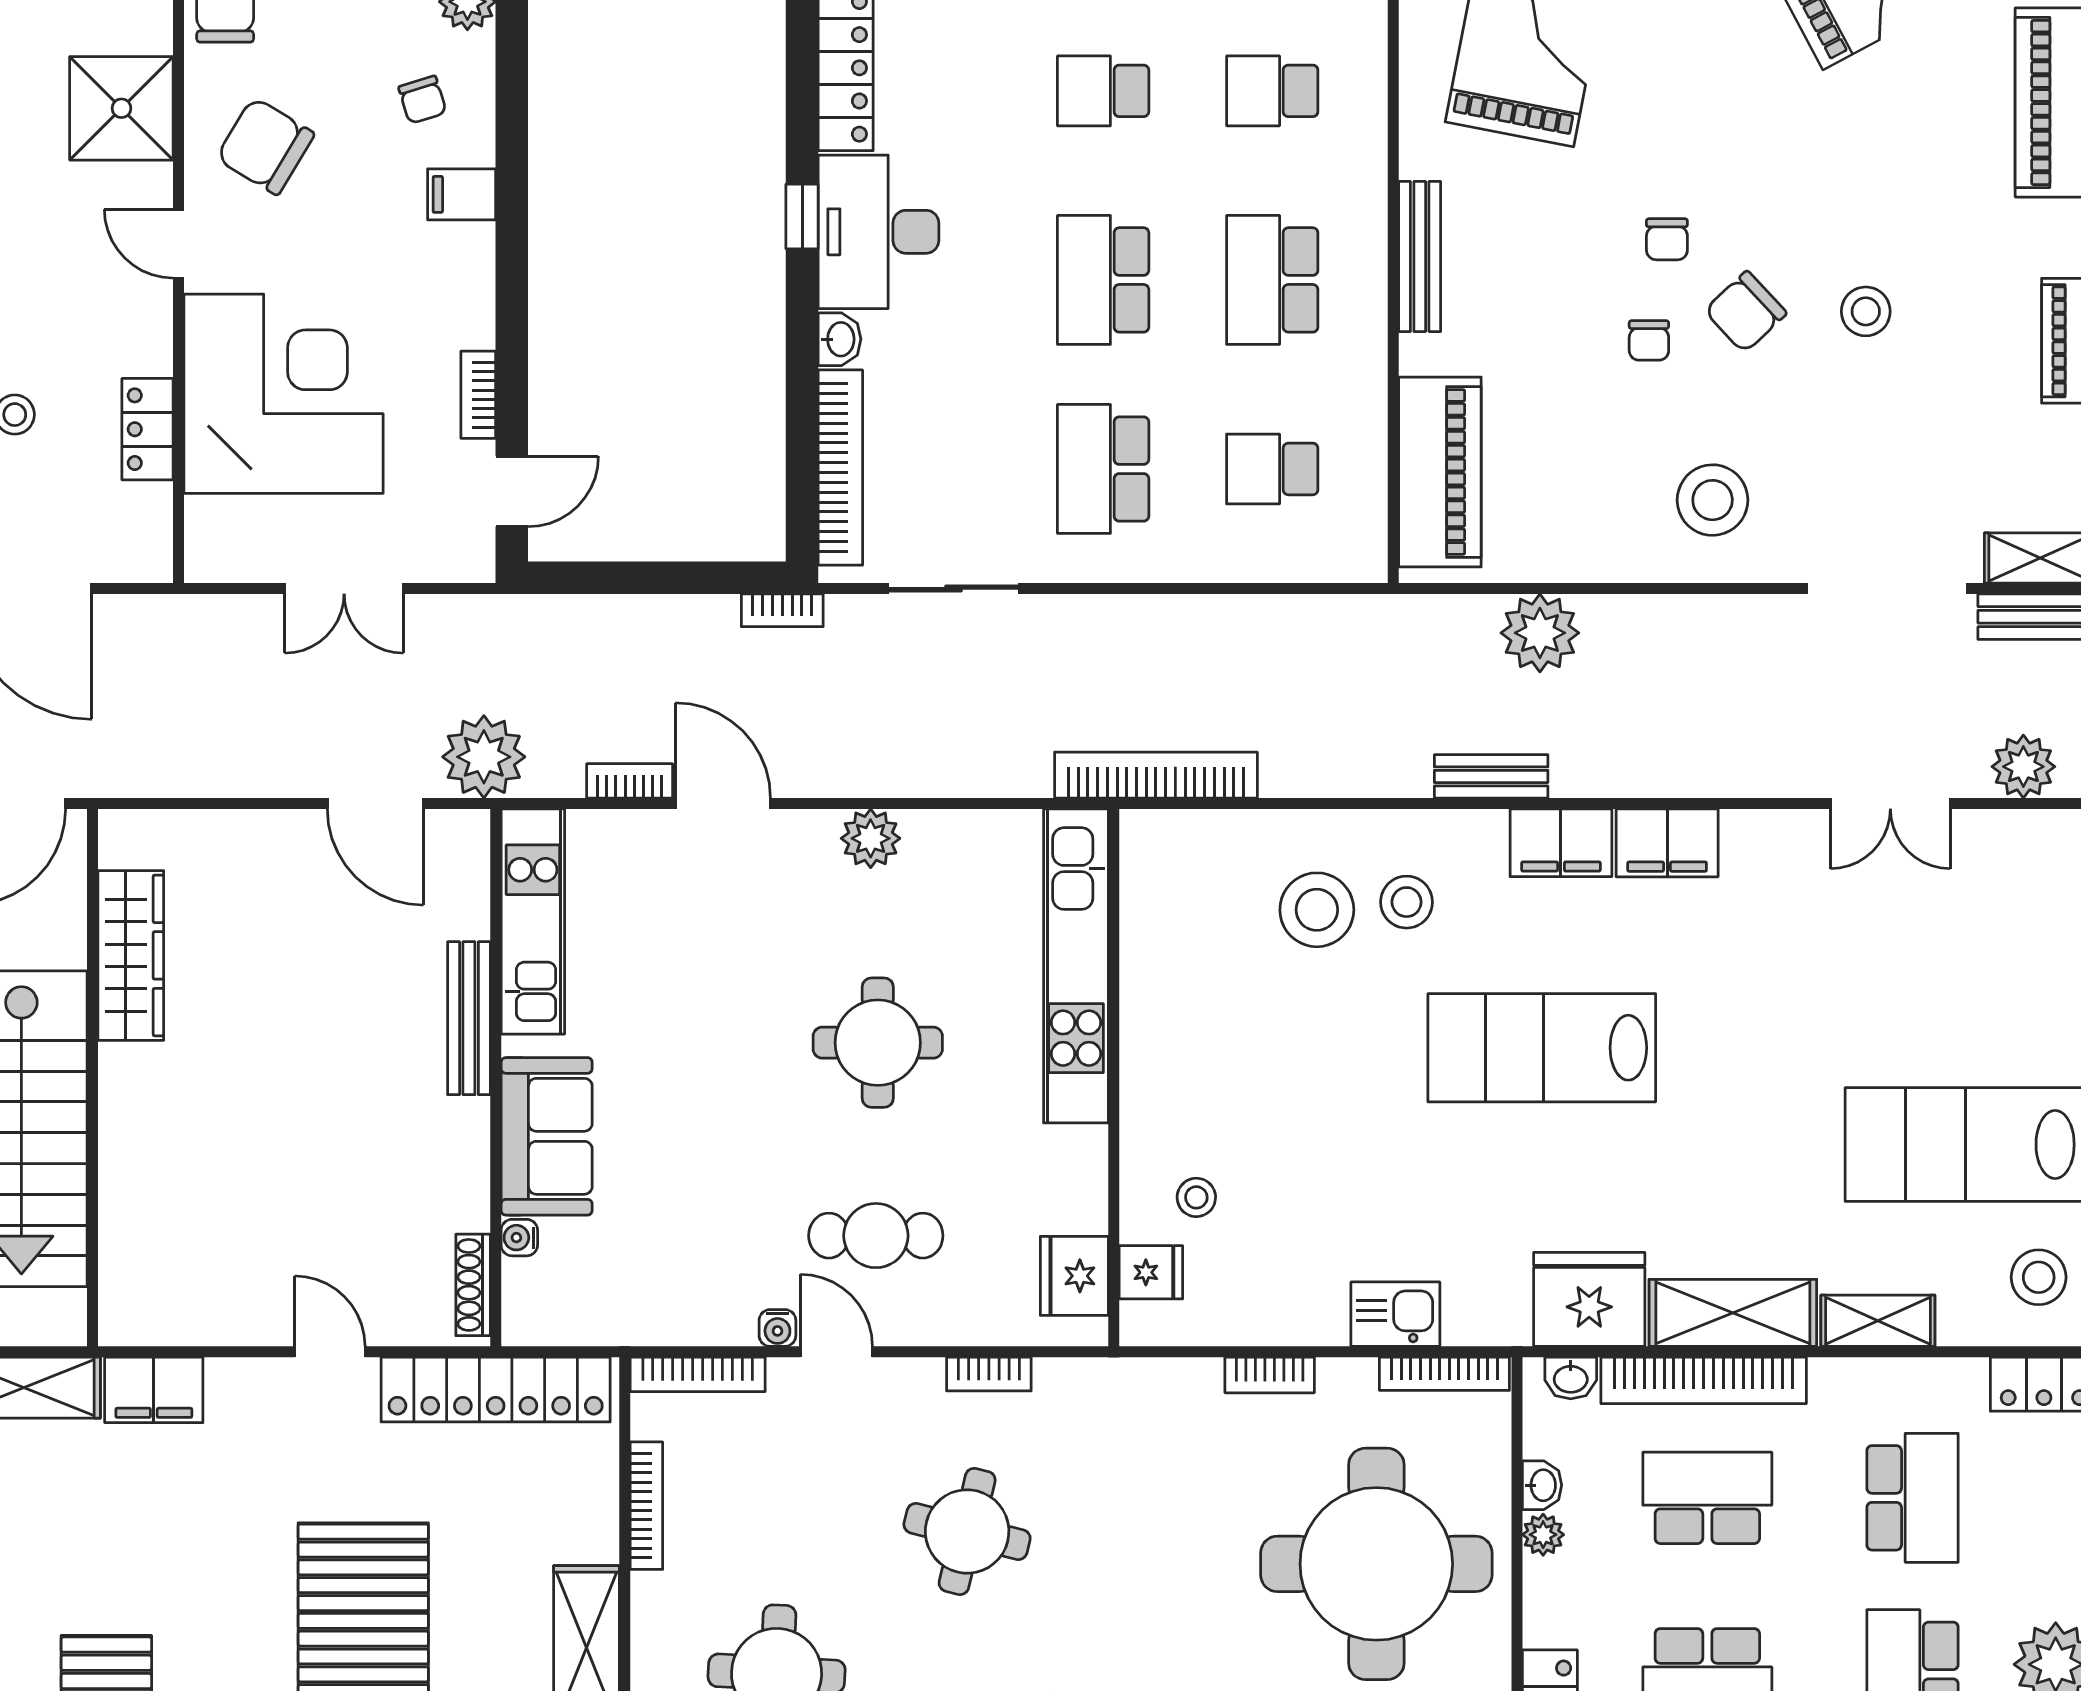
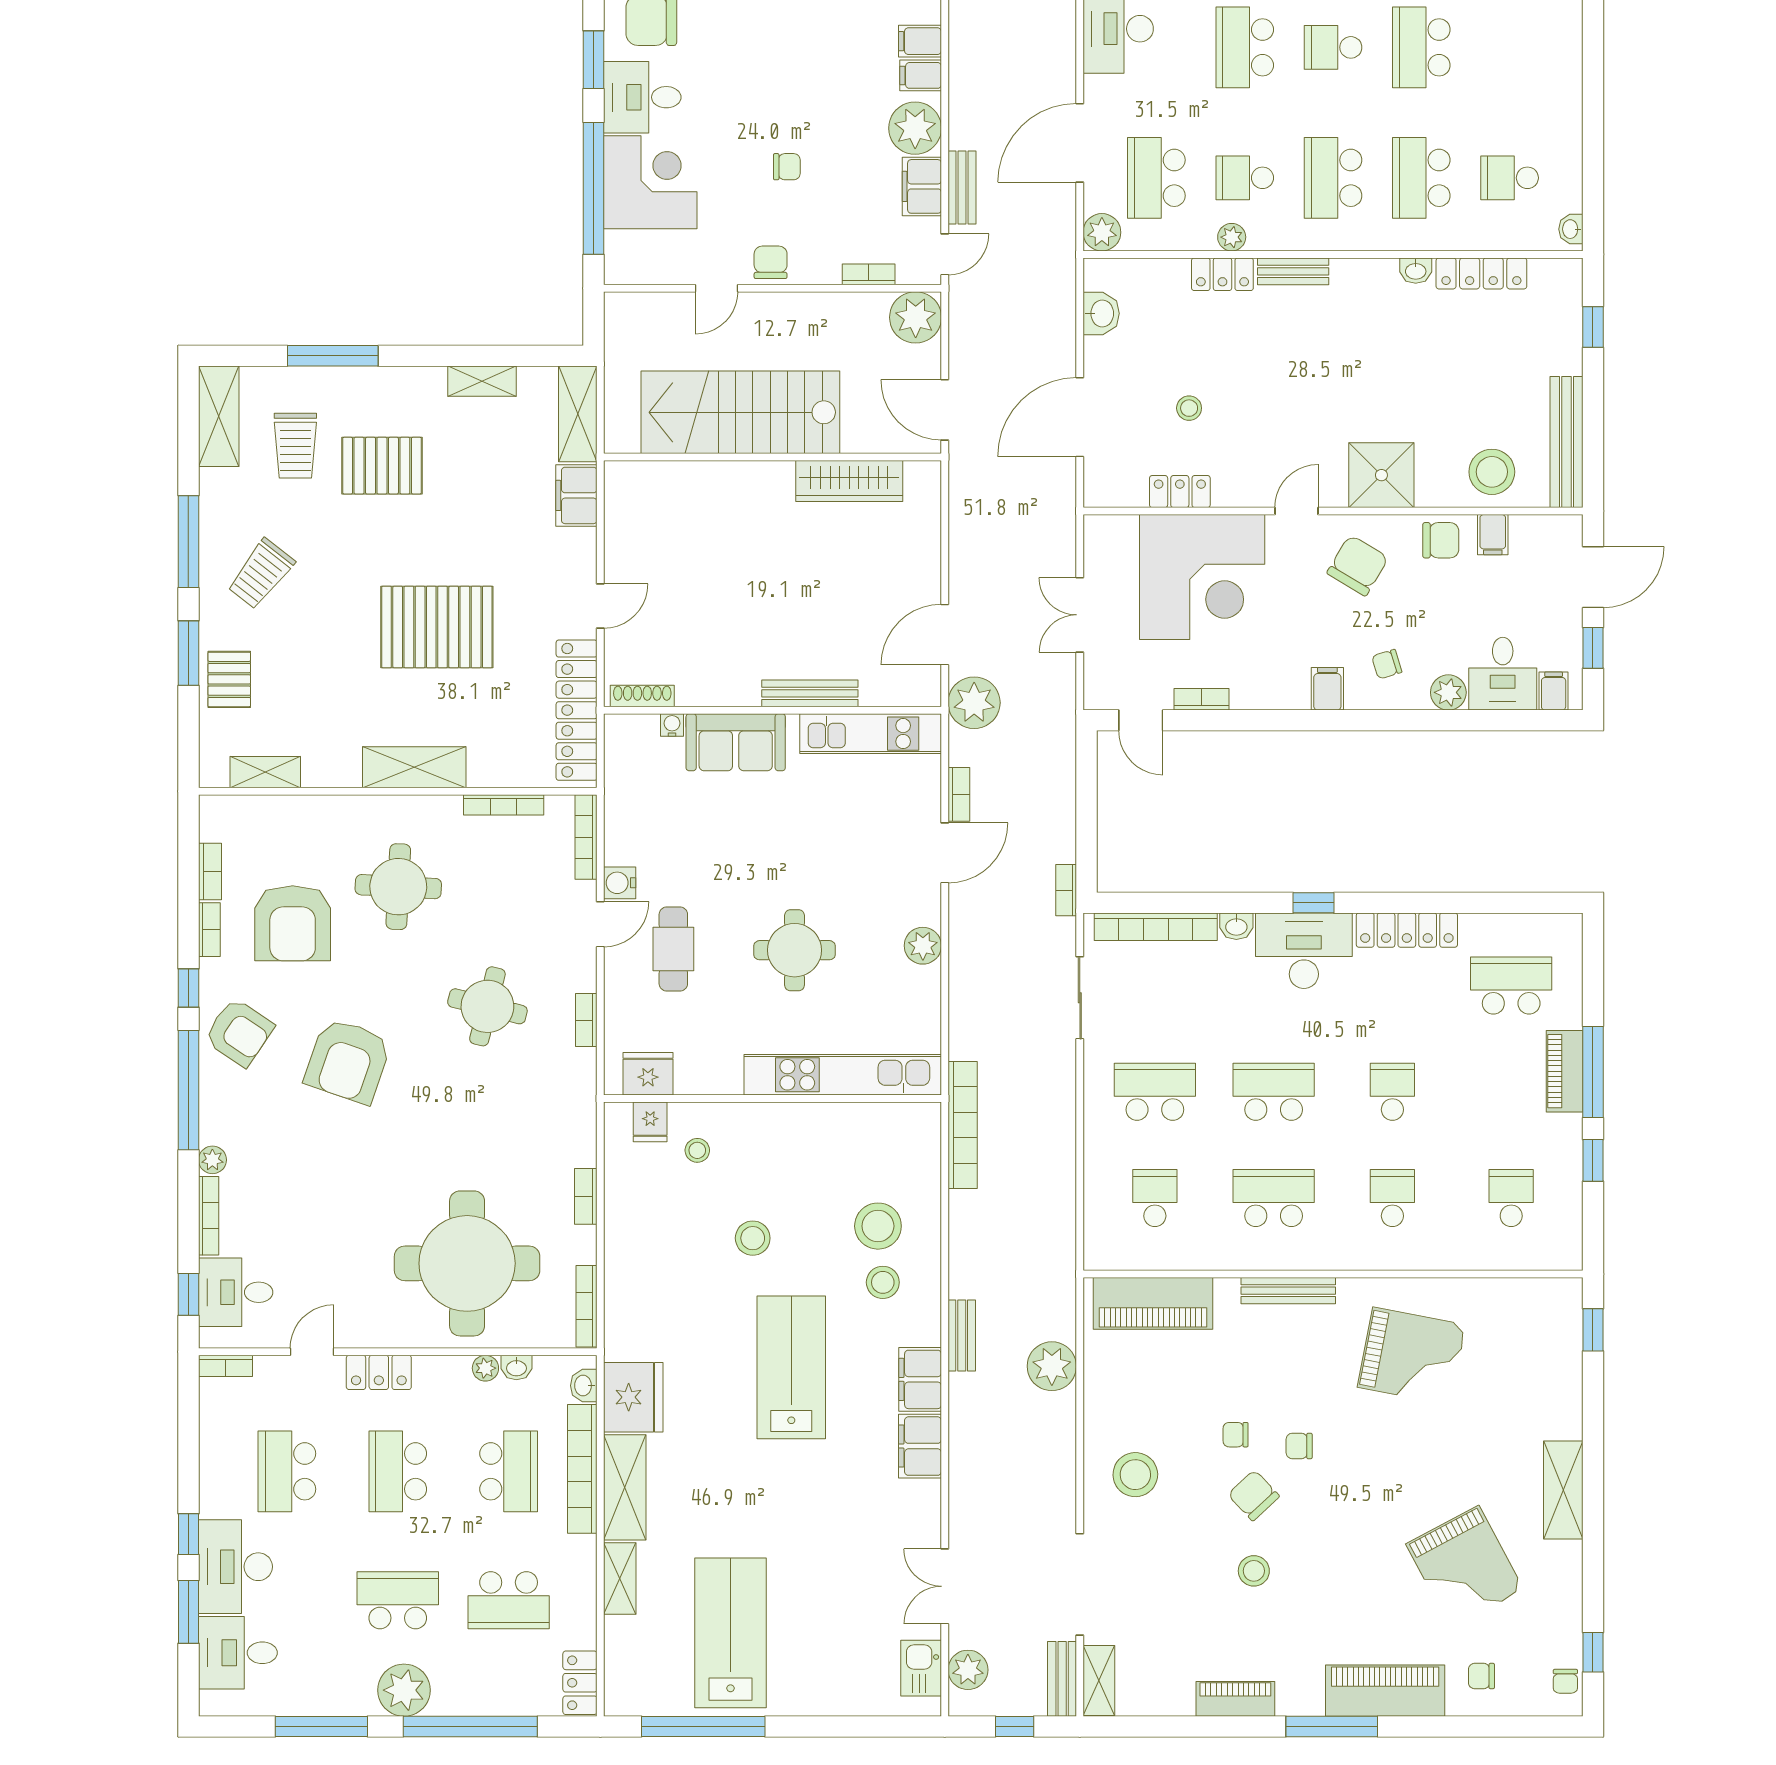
stool: (2039, 1277) -> (753, 1238), moved
kitchen sink: (1395, 1314) -> (921, 1668), moved, turned 180
water cooler: (777, 1328) -> (620, 883), width x1.38, depth x1.38

